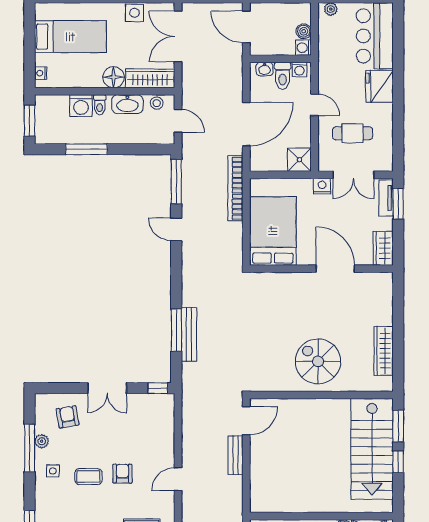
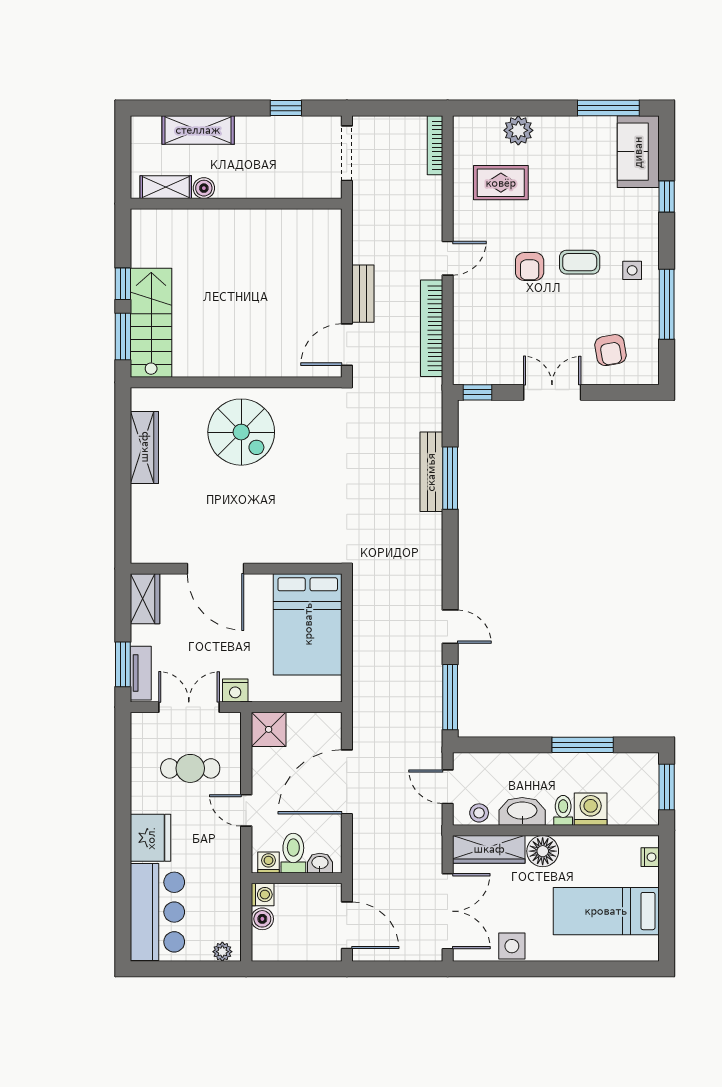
bookcase: (235, 188) -> (432, 328), moved, turned 180
plant: (42, 441) -> (649, 314), removed
stairs: (372, 449) -> (151, 323), width x0.73, depth x0.66

